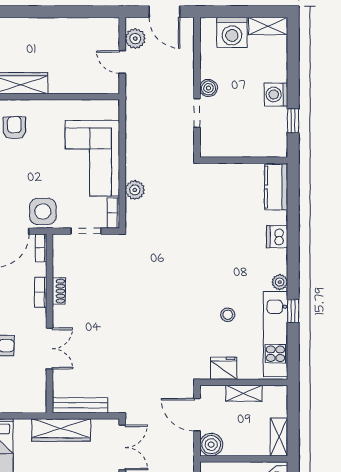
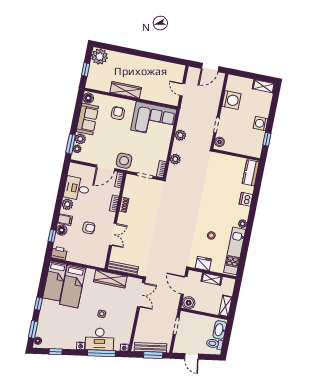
door: (164, 12) -> (210, 67), hinge flipped
washing machine: (232, 32) -> (231, 100), moved, turned -90
plant: (135, 39) -> (180, 135), moved
boiler: (208, 88) -> (220, 142), moved
corner sofa: (92, 158) -> (154, 120), moved, turned -90
window: (293, 311) -> (246, 241), removed

